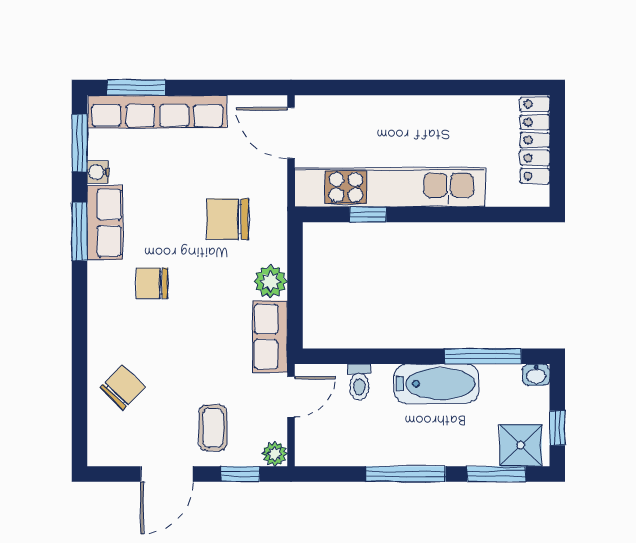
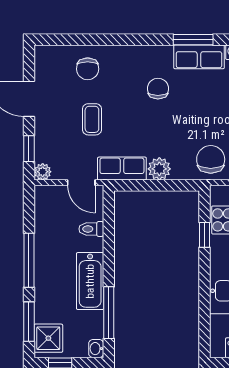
chair: (227, 219) -> (211, 159), moved
chair: (123, 387) -> (88, 69), turned 46
coffee table: (213, 428) -> (92, 119), moved, turned 90

